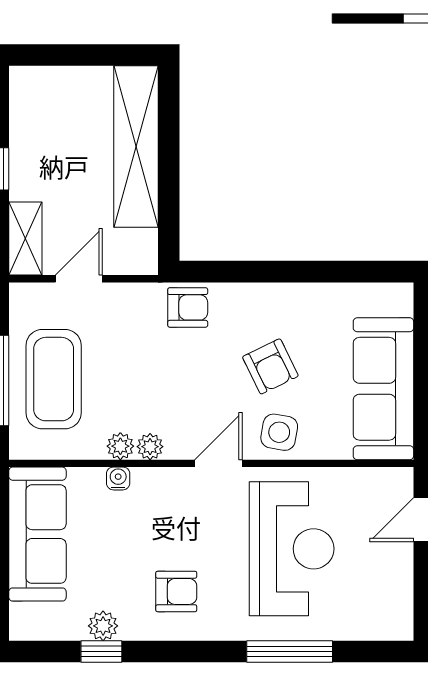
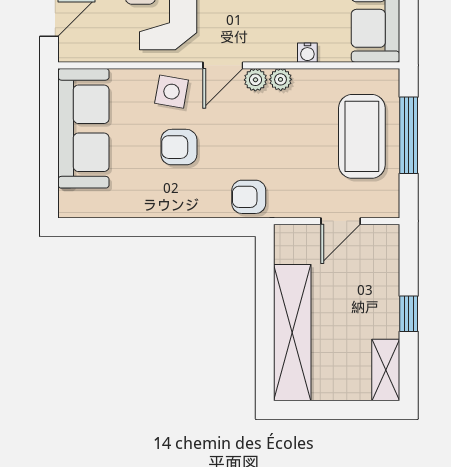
shelving: (25, 239) -> (386, 370), moved
armchair: (270, 366) -> (179, 147), turned -64
plant: (120, 446) -> (255, 80), moved

